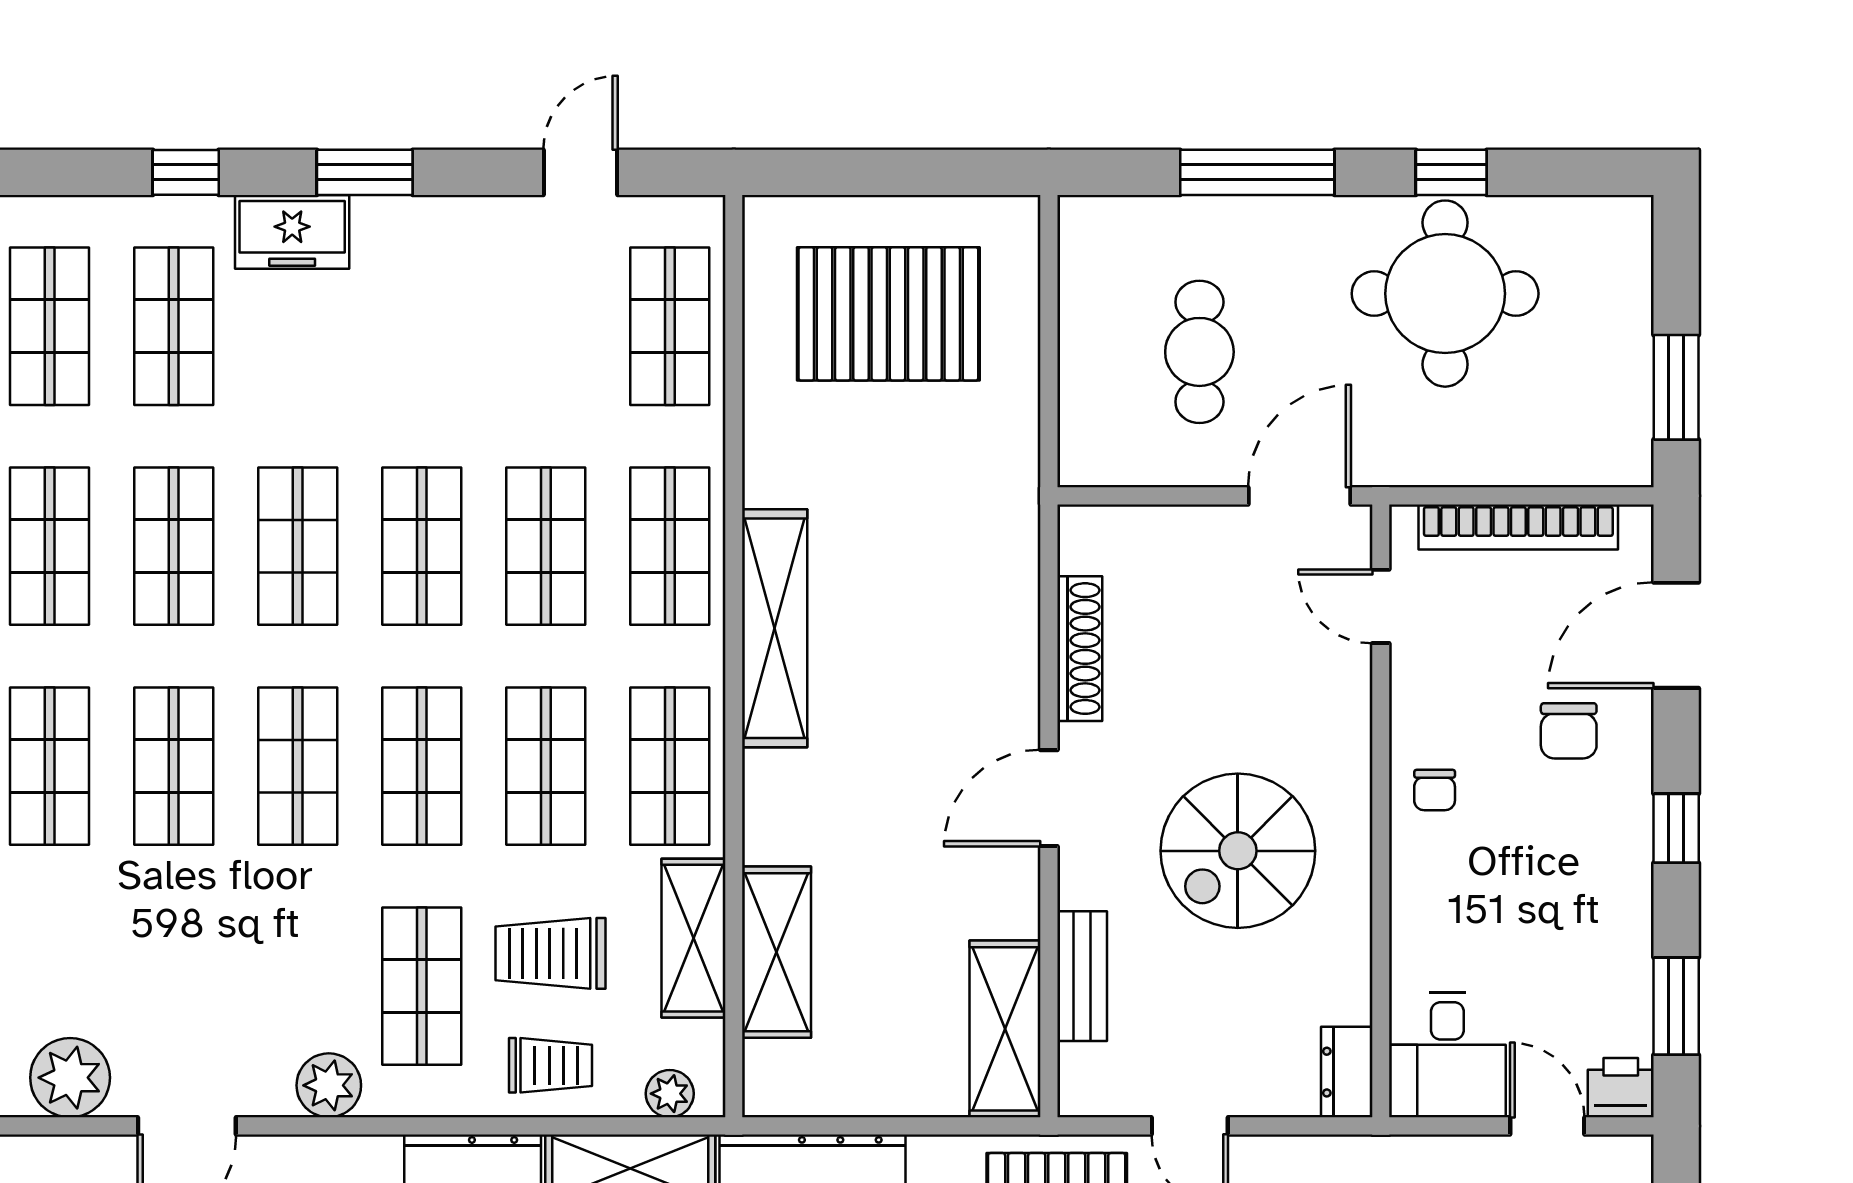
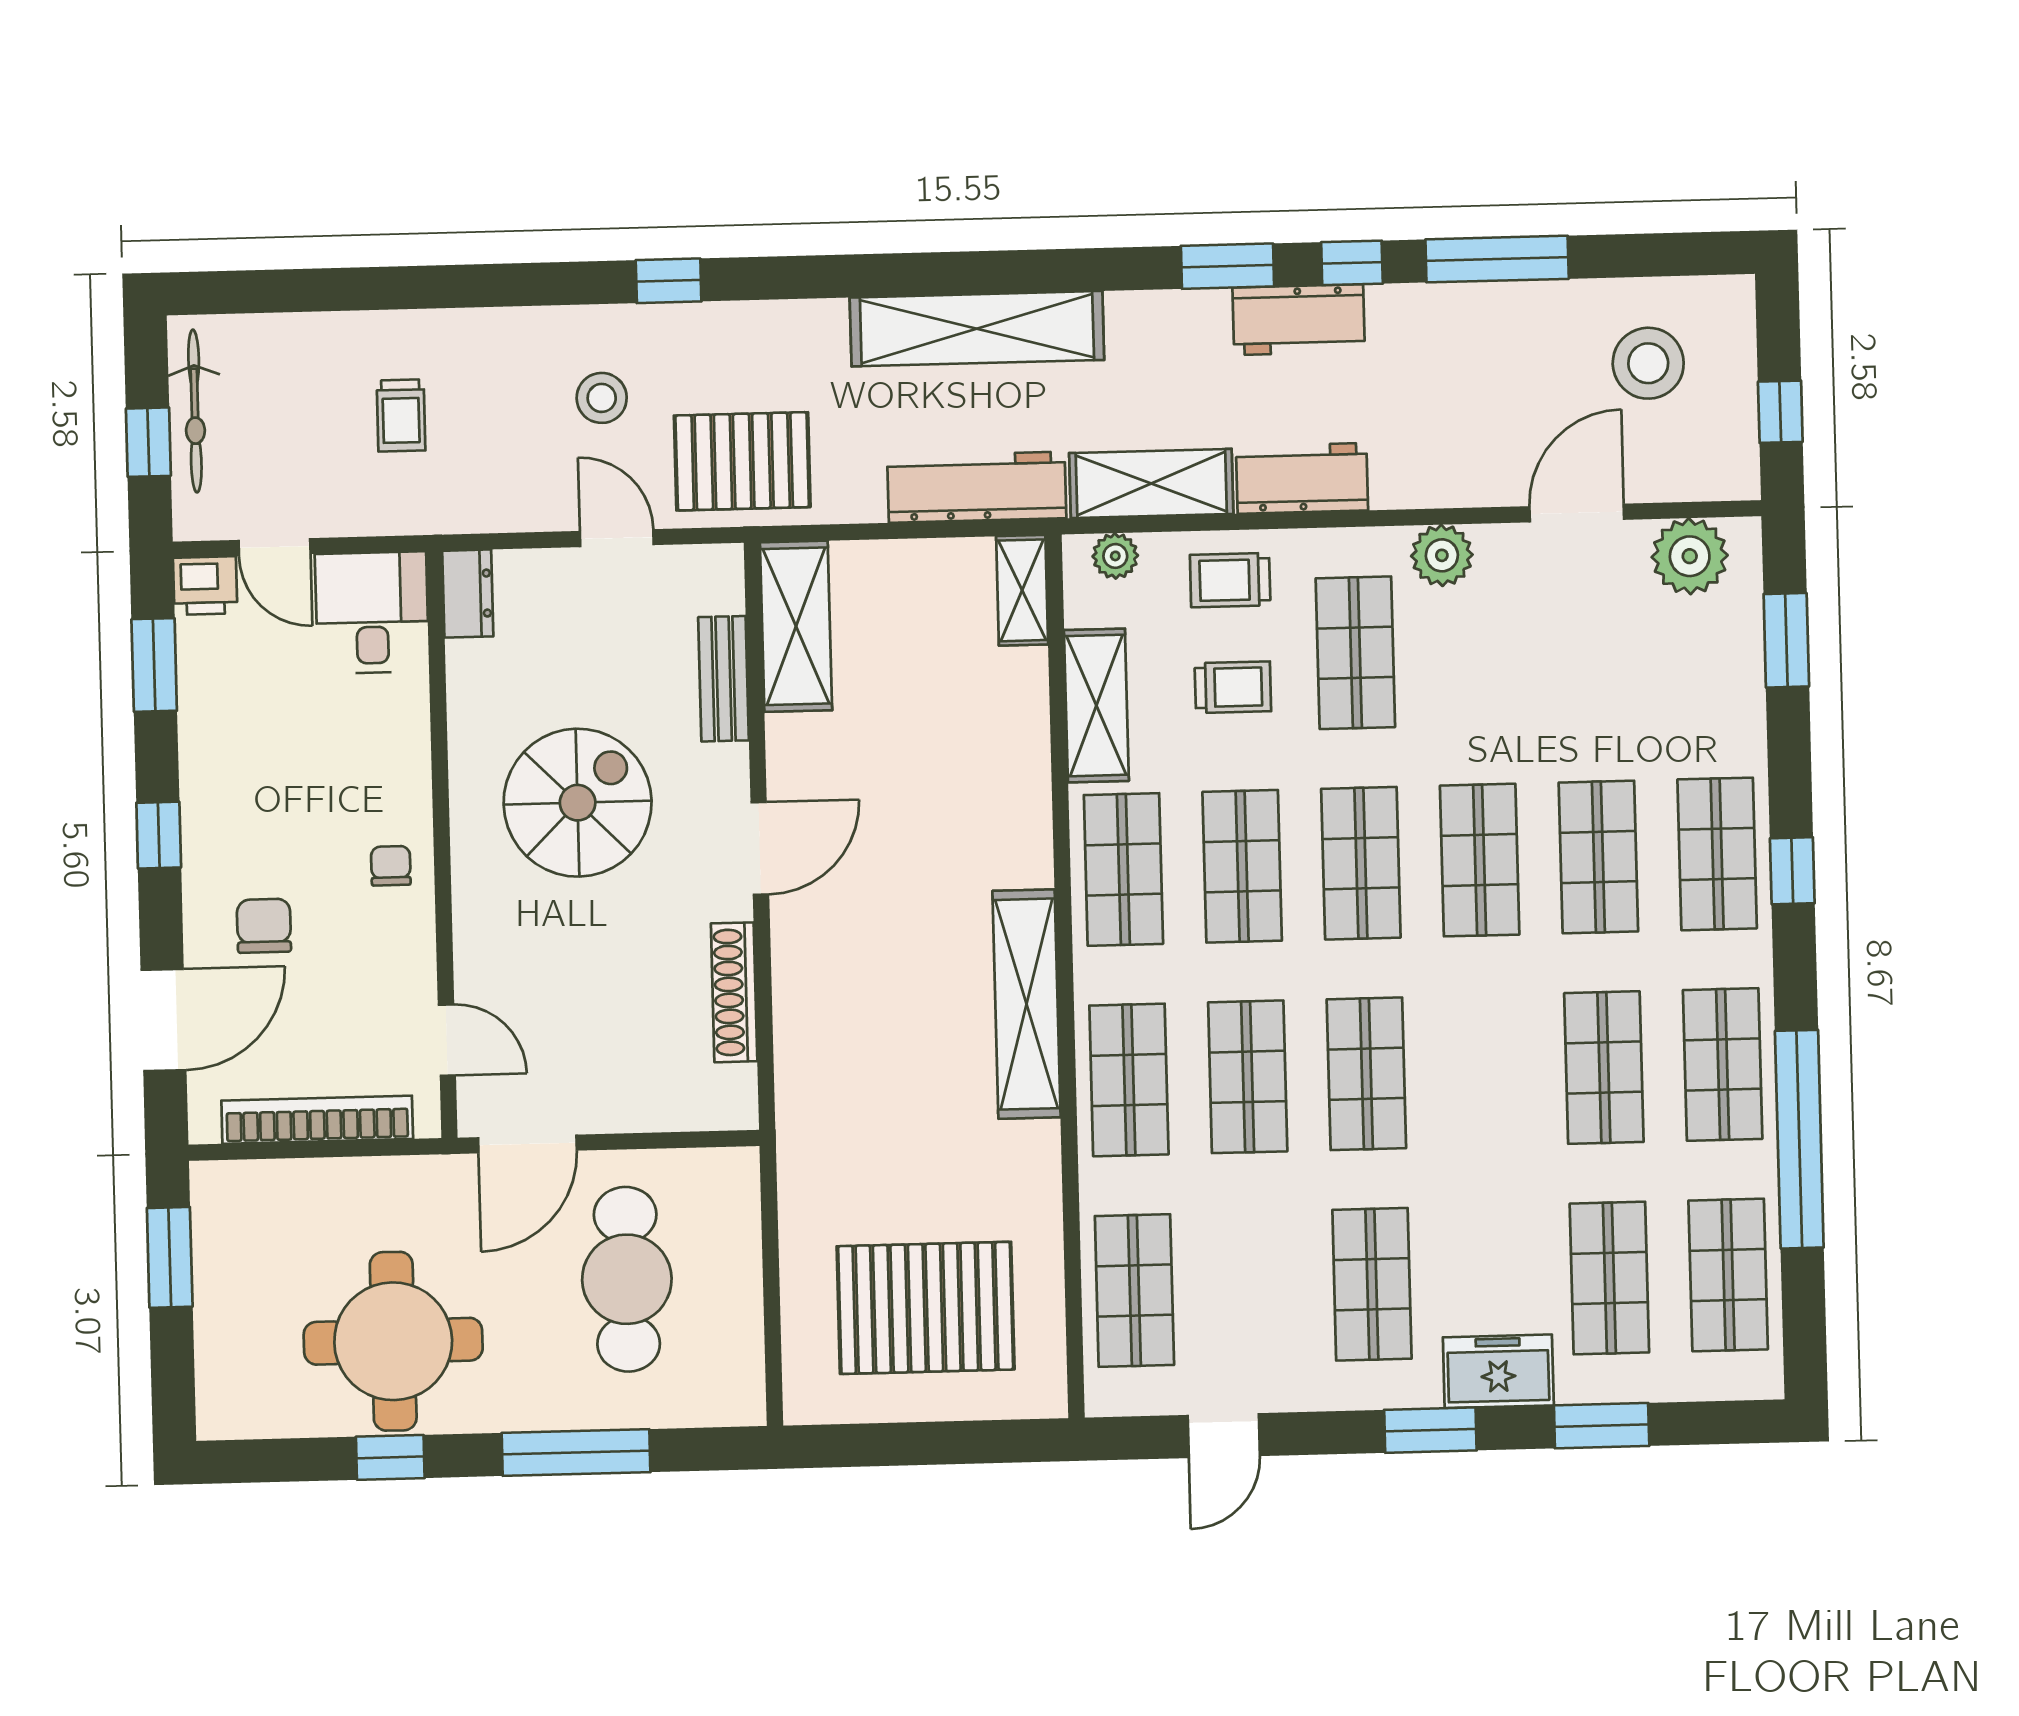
window: (186, 172) -> (1602, 1426), width x1.50
cafe table: (1199, 352) -> (627, 1279), width x1.37, depth x1.35
shop shelf: (298, 546) -> (1372, 1284), moved
shelving: (777, 952) -> (1022, 590), moved, width x0.67, depth x0.75
trolley: (551, 953) -> (1233, 687), width x0.73, depth x0.72

